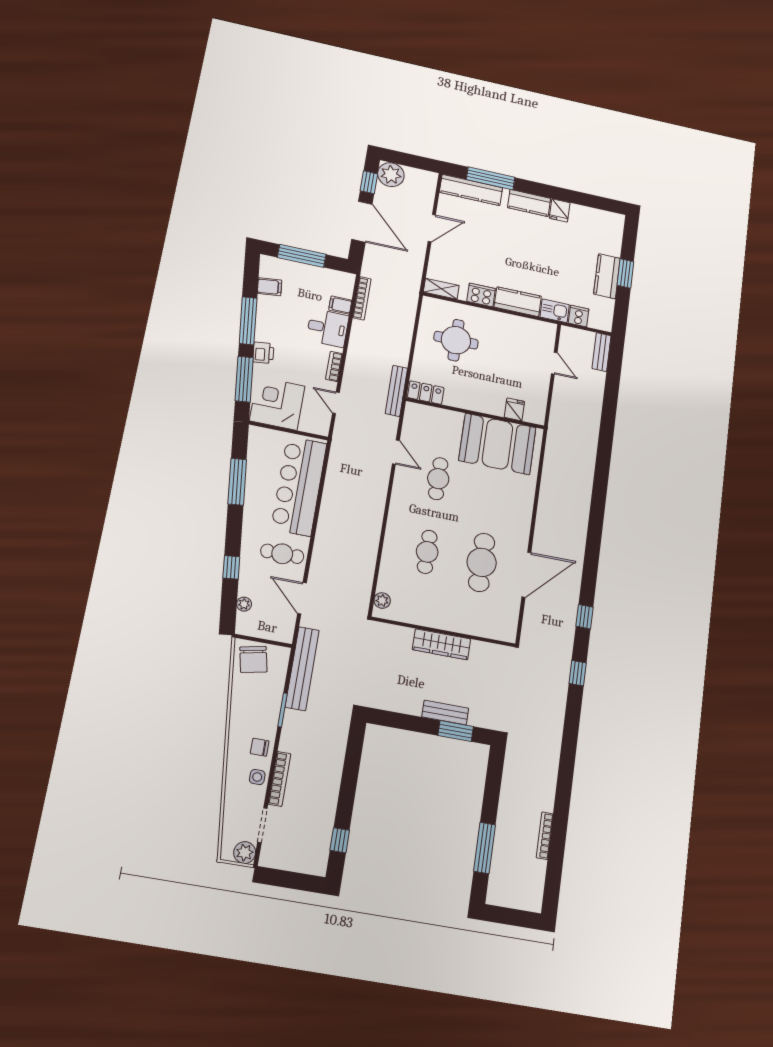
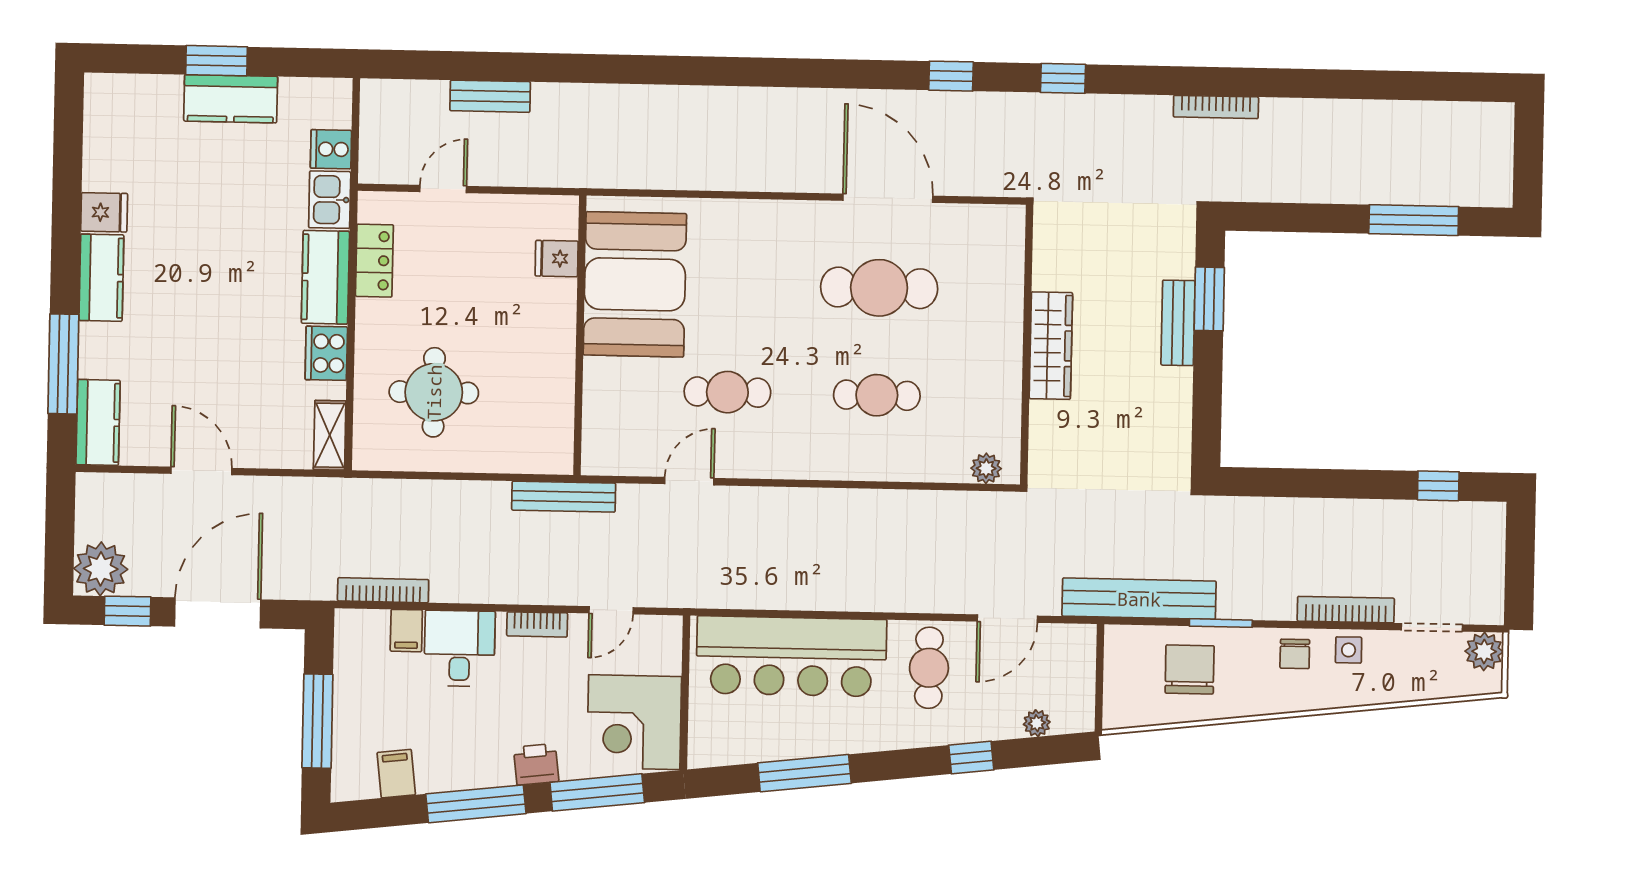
kitchen counter: (471, 190) -> (98, 422), width x0.67
bench: (602, 352) -> (490, 96), moved
locker: (426, 393) -> (374, 261), moved, turned 180
chair: (253, 659) -> (1190, 669), moved, turned -78
bookcase: (545, 836) -> (1216, 107), moved

